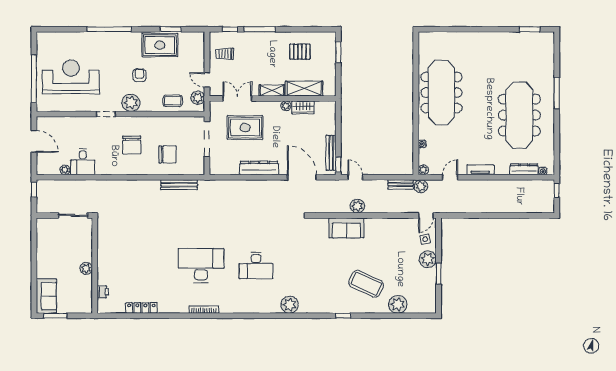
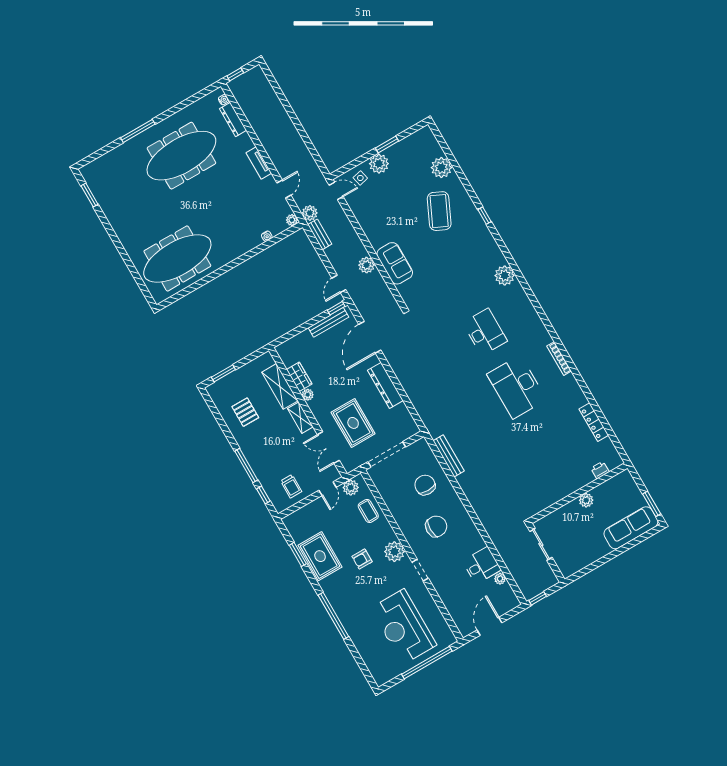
meeting table: (442, 92) -> (177, 258), moved
door: (450, 177) -> (284, 189), swing flipped
sofa: (46, 296) -> (631, 528), width x1.36

